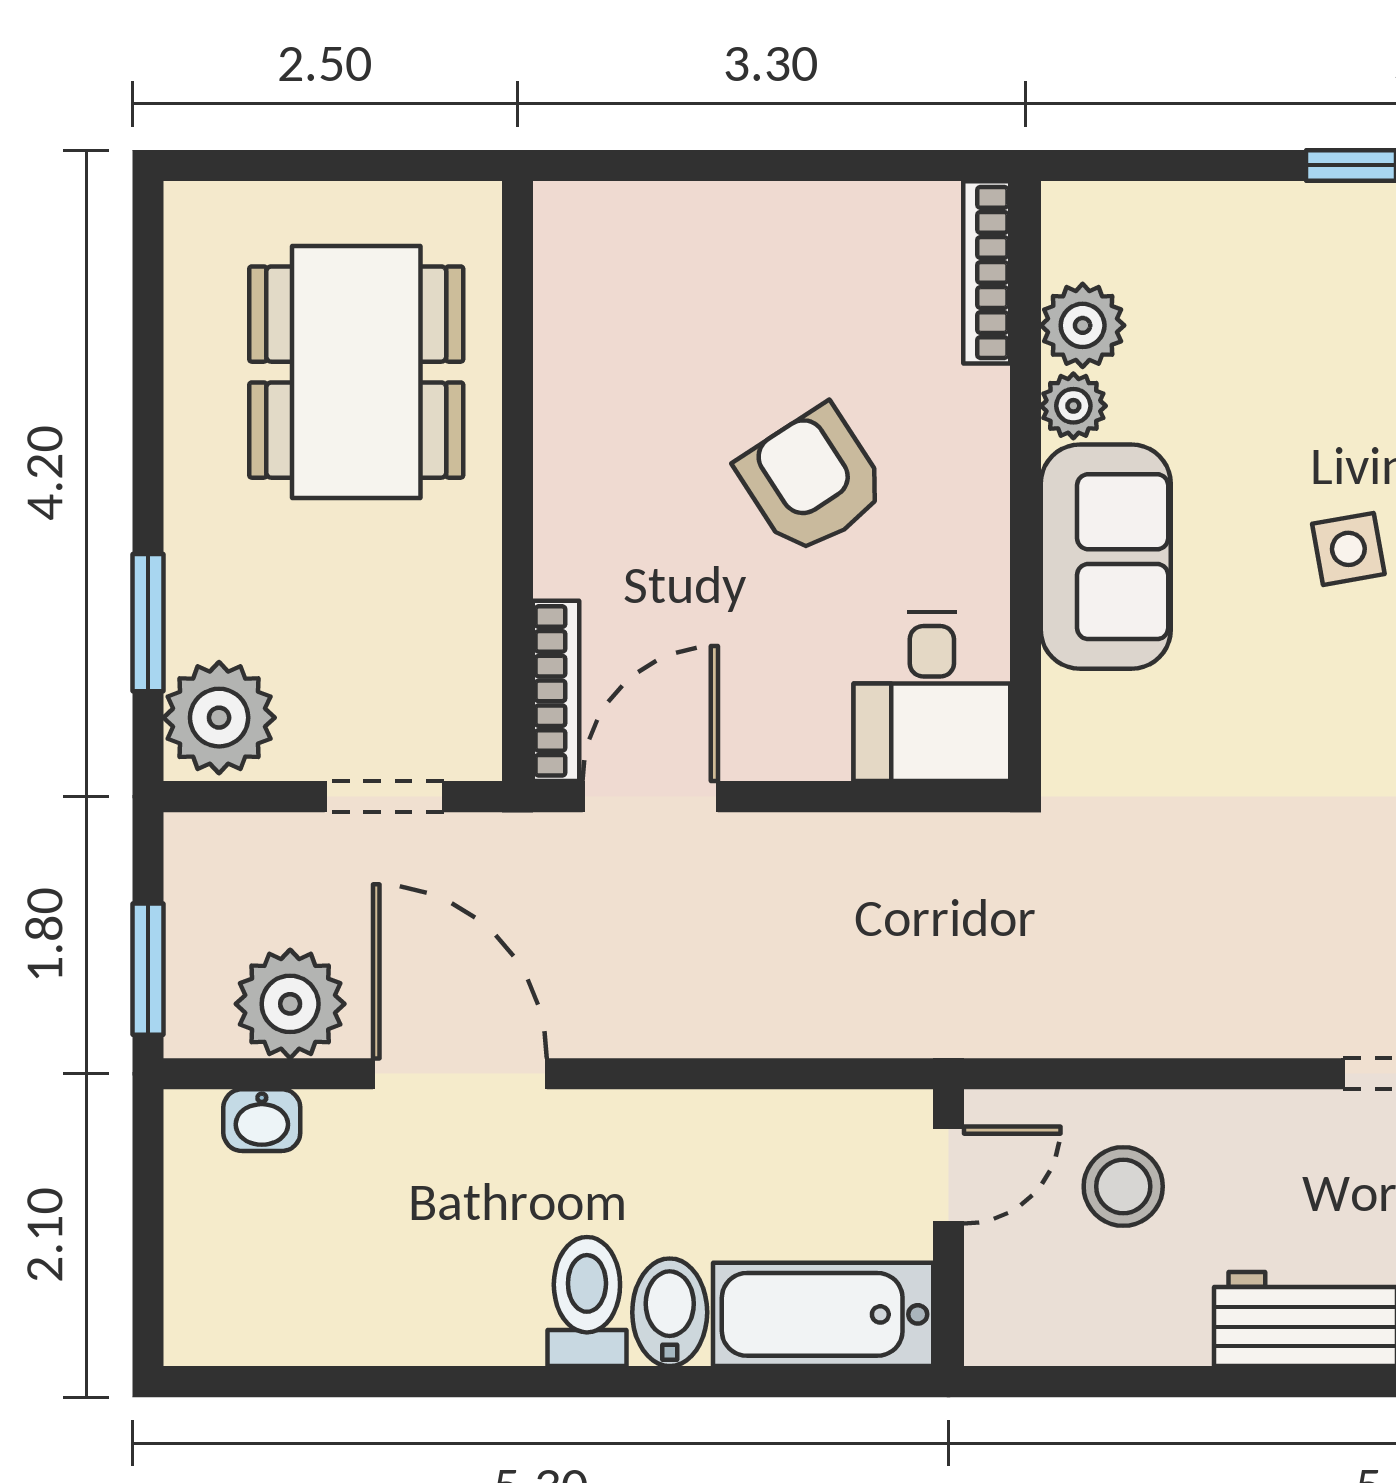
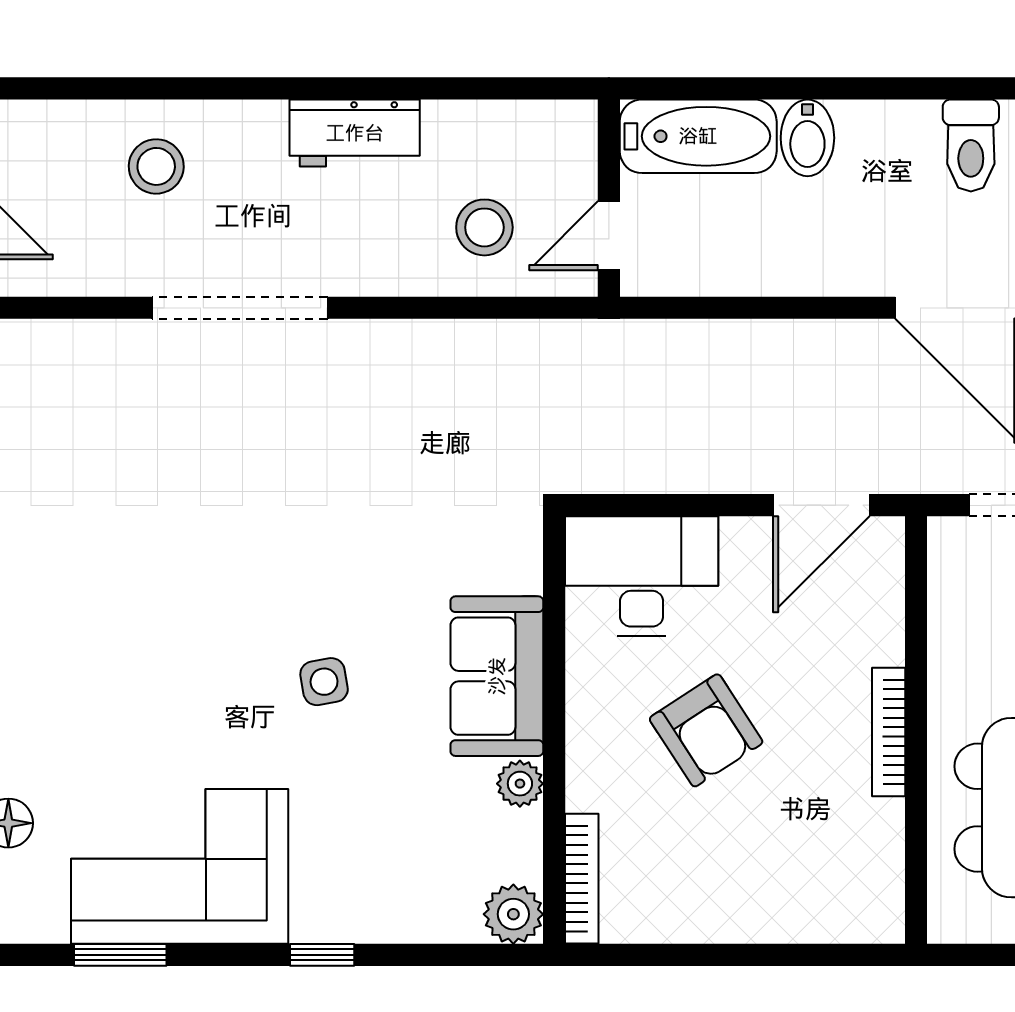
plant: (1083, 325) -> (513, 914), moved
bookcase: (556, 691) -> (889, 732), moved
desk: (932, 697) -> (642, 576), width x1.37
toilet: (587, 1302) -> (971, 145), moved

